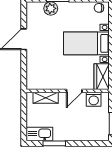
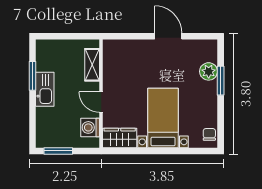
kitchen sink: (39, 134) -> (45, 89), moved

